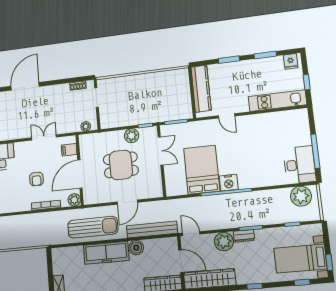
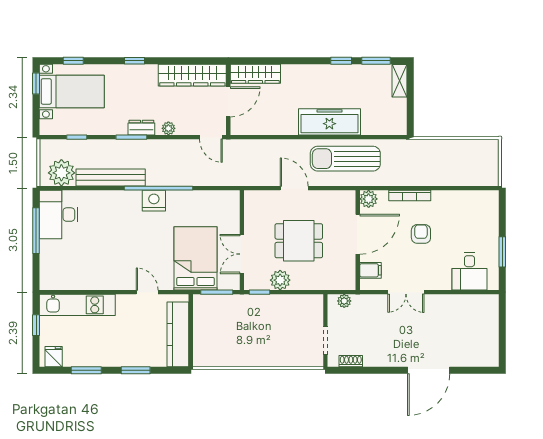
bed: (202, 170) -> (195, 258), moved, turned 180
door: (127, 202) -> (294, 188), hinge flipped
bench: (152, 229) -> (111, 178), moved
plant: (224, 242) -> (168, 128), width x0.53, depth x0.53
boiler: (136, 248) -> (287, 125), removed
door: (181, 261) -> (228, 102), swing flipped

